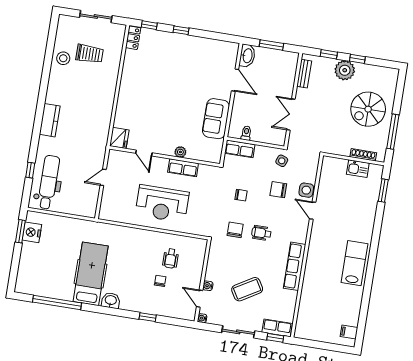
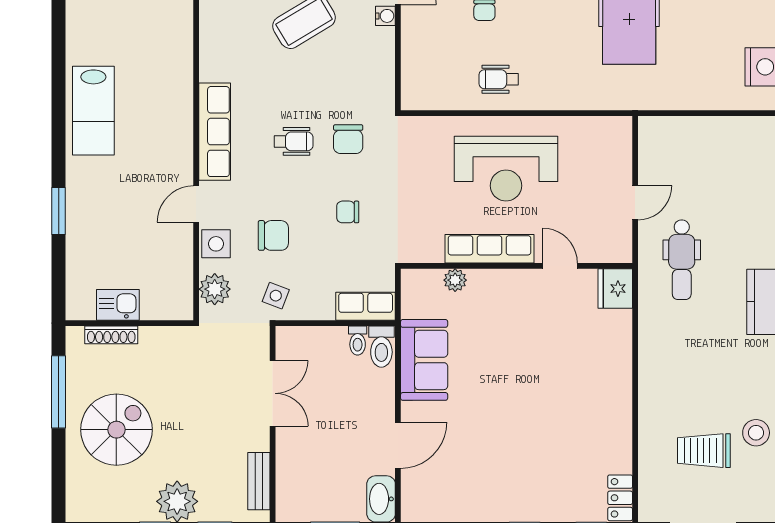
door: (235, 80) -> (398, 445), swing flipped
toilet: (235, 128) -> (381, 347), added
plant: (180, 152) -> (455, 280), moved
row of seats: (183, 168) -> (489, 249), width x1.48
plant: (310, 169) -> (215, 289), added
dental chair: (49, 182) -> (682, 260), moved, width x0.73, depth x0.72
window: (383, 190) -> (59, 211), moved
reception desk: (162, 204) -> (506, 169), turned 180
door: (313, 211) -> (196, 204), swing flipped
wheelchair: (171, 258) -> (499, 79), moved, turned -90
row of seats: (295, 266) -> (215, 132), moved

